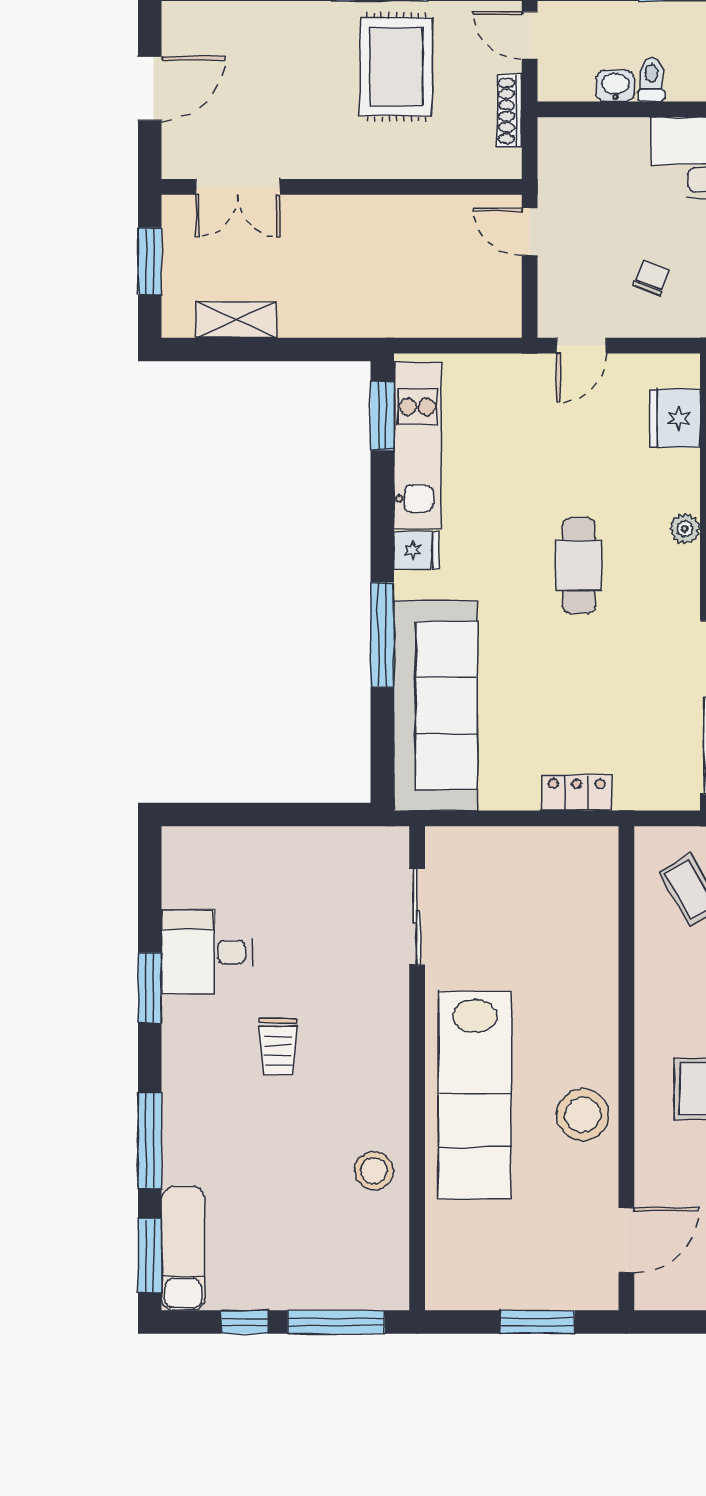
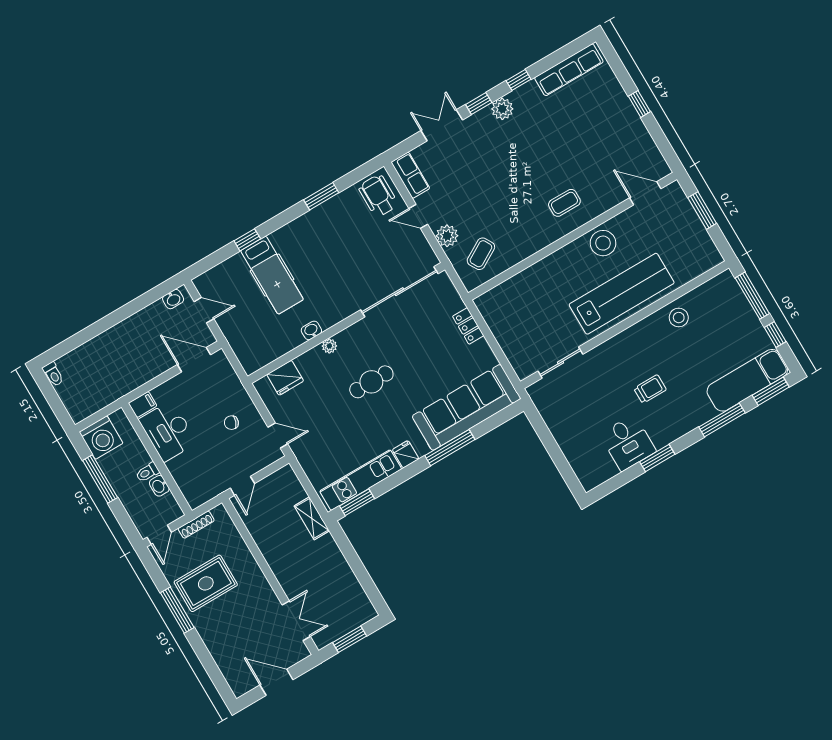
shelving: (236, 320) -> (312, 518), moved
exam couch: (183, 1249) -> (747, 380), width x1.36, depth x1.45

